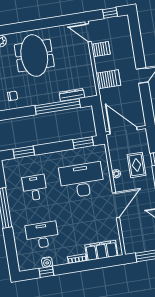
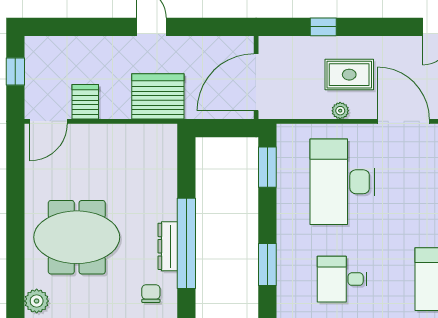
server rack: (108, 79) -> (158, 96), width x1.60
dresser: (72, 95) -> (168, 246), moved
window: (58, 106) -> (186, 243), moved
window: (24, 152) -> (267, 264), moved
rug: (137, 165) -> (349, 75), moved

